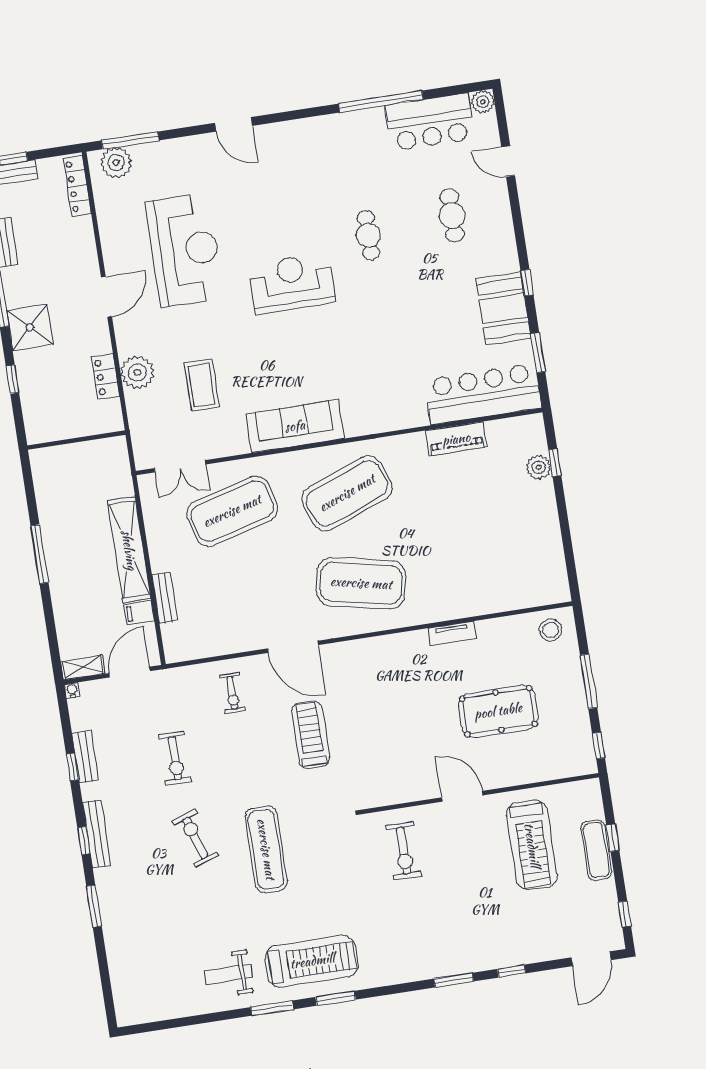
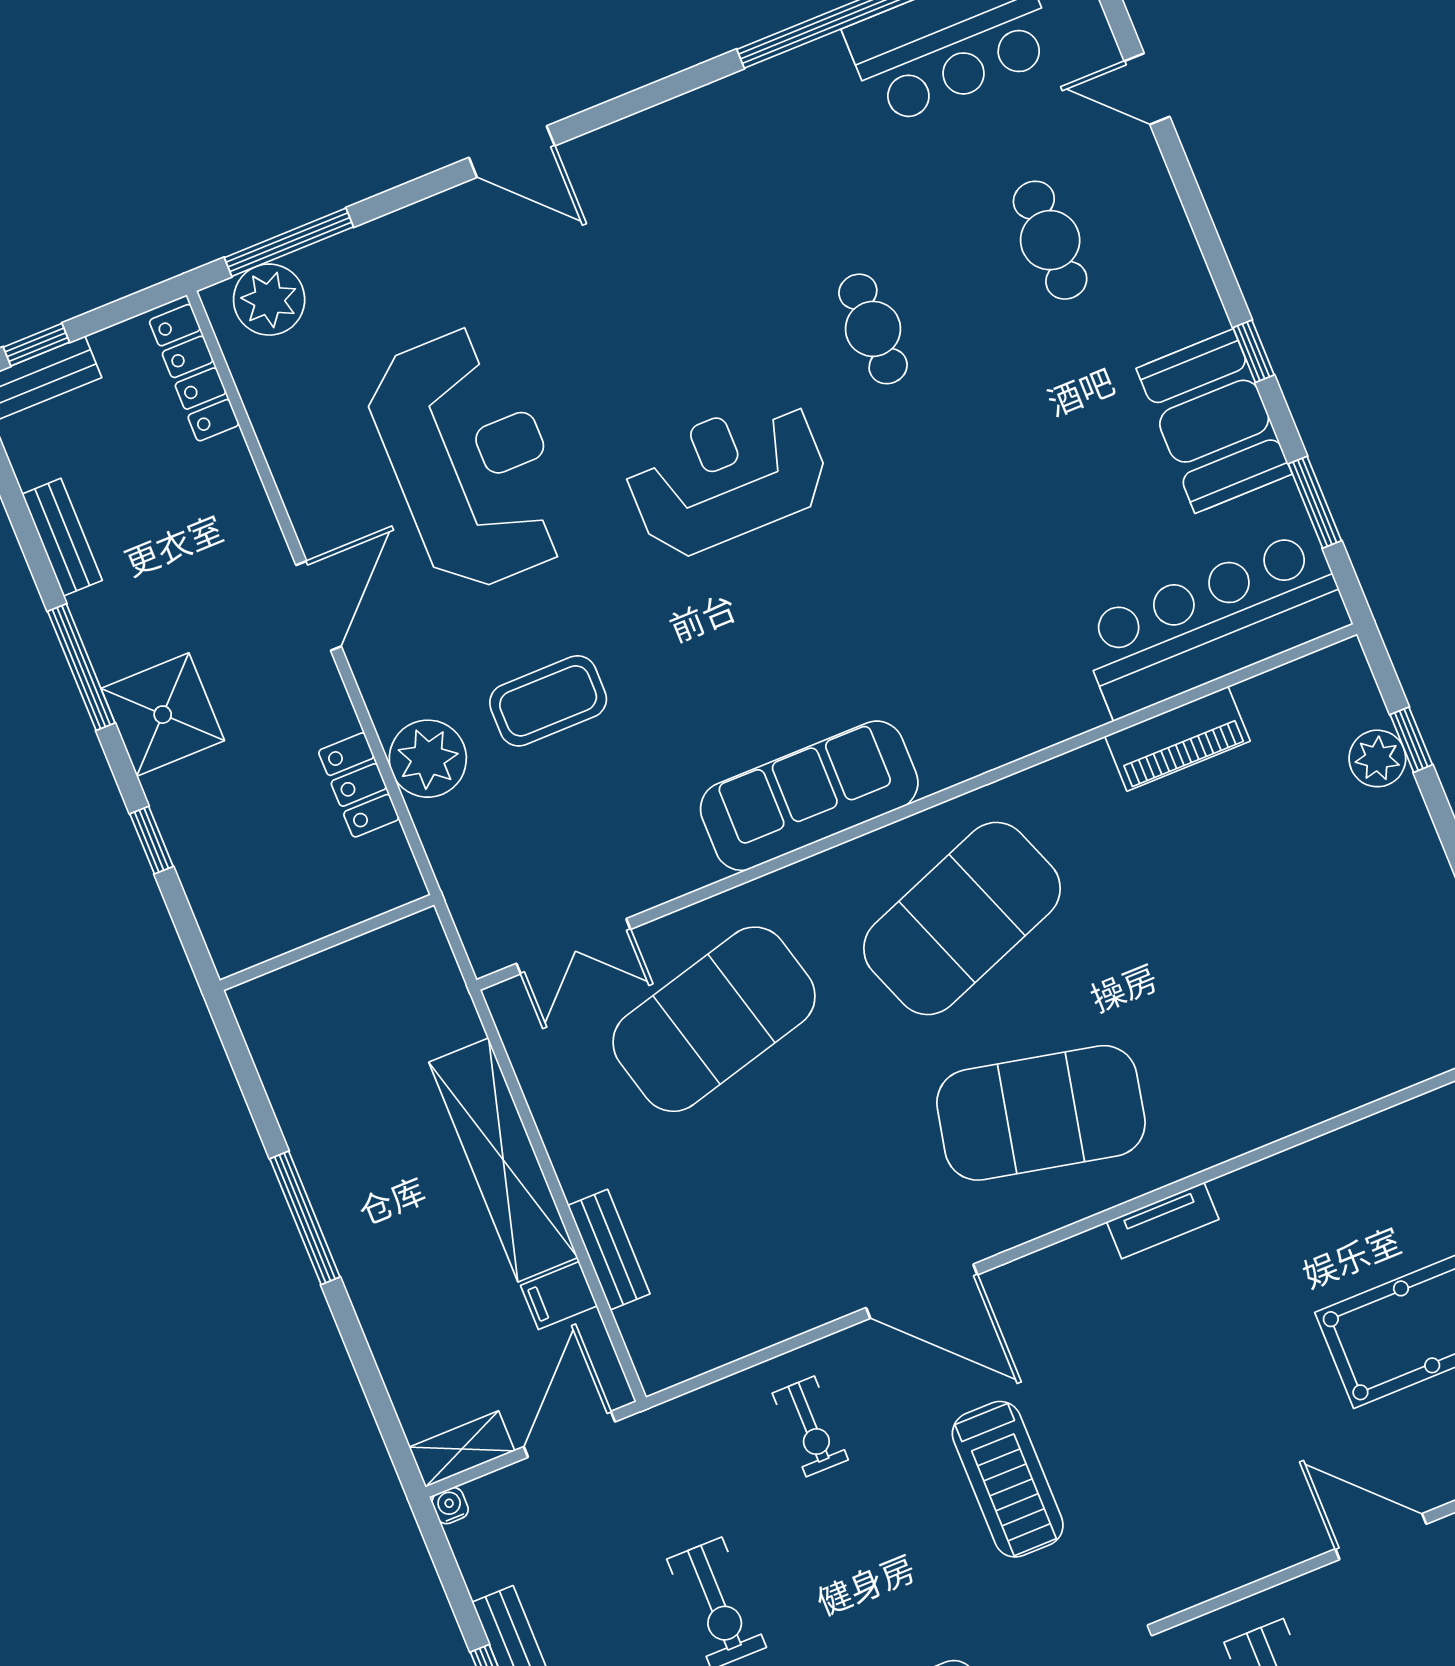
coffee table: (202, 385) -> (548, 701), moved, turned 90
tv unit: (452, 633) -> (1163, 1221), moved
treadmill: (310, 735) -> (1008, 1479), turned 180

